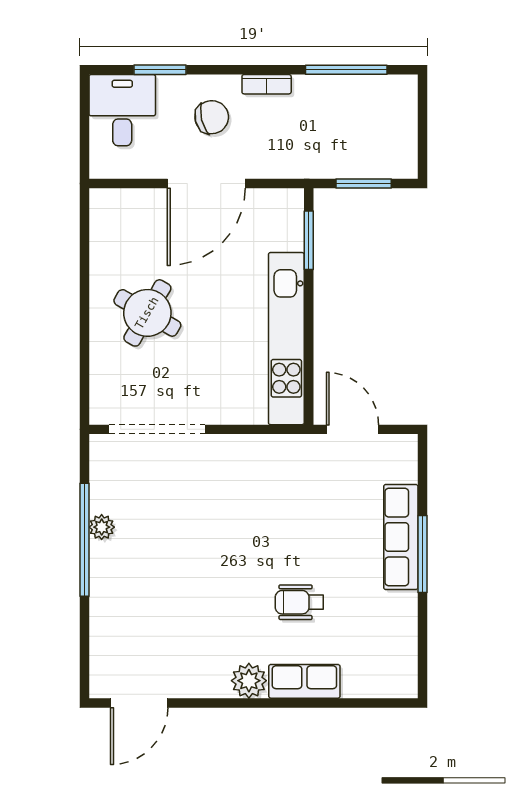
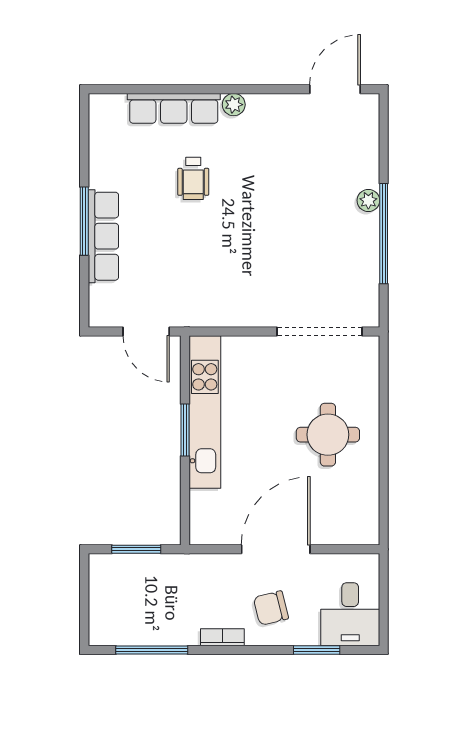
window: (309, 240) -> (185, 430), moved
round table: (147, 313) -> (328, 435), turned -30
plant: (102, 527) -> (368, 200), moved
wheelchair: (299, 602) -> (193, 178), turned 90
plant: (249, 681) -> (234, 105), width x0.73, depth x0.73
row of seats: (304, 681) -> (174, 108), width x1.48

